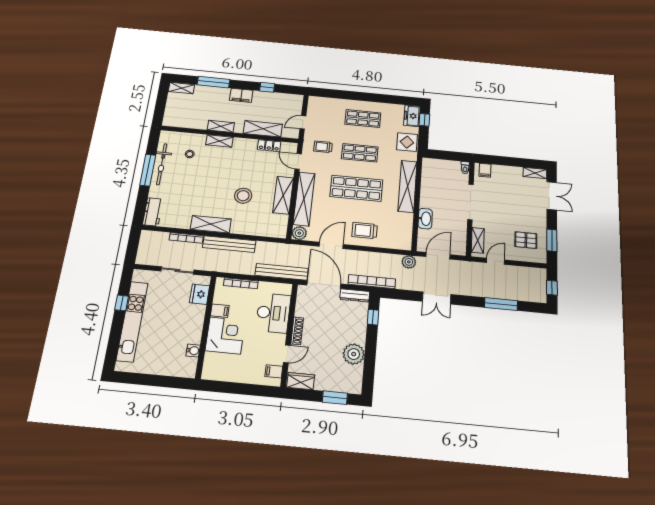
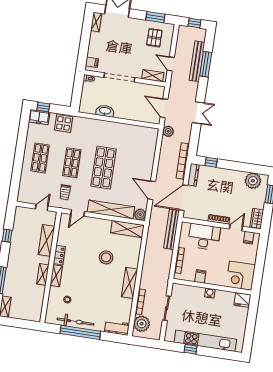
filing cabinet: (241, 95) -> (14, 257), removed
door: (303, 122) -> (42, 207), swing flipped
locker: (269, 146) -> (59, 255), moved
window: (148, 170) -> (80, 332), width x1.46
shelving: (408, 186) -> (104, 127), removed
shelving: (283, 195) -> (127, 229), moved
washbasin: (425, 219) -> (105, 111), moved
trolley: (365, 231) -> (140, 164), removed
plant: (157, 241) -> (142, 324), added
bench: (229, 244) -> (197, 61), moved
fridge: (200, 294) -> (242, 300), moved
corner desk: (225, 335) -> (241, 276), moved, turned -90
water cooler: (193, 351) -> (210, 293), moved
door: (287, 354) -> (236, 228), hinge flipped
plant: (354, 354) -> (253, 181), moved

